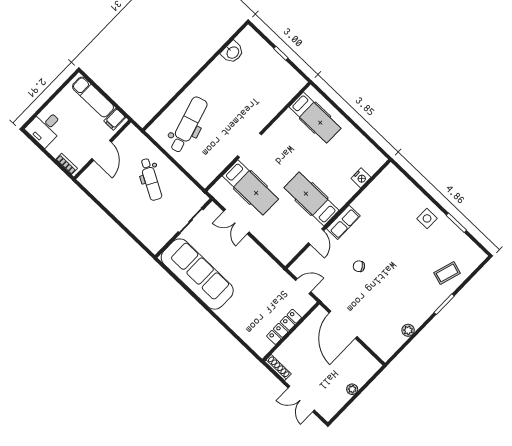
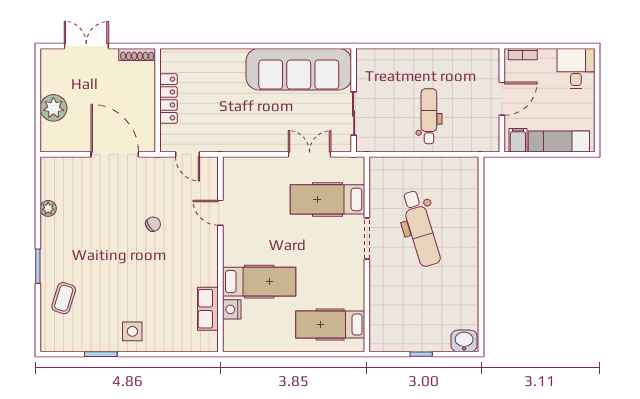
washbasin: (232, 52) -> (464, 341), moved, turned 90
dental chair: (188, 125) -> (421, 229), moved
door: (102, 150) -> (502, 99), swing flipped
dental chair: (151, 179) -> (429, 116), turned 61
hospital bed: (312, 199) -> (259, 282), moved
row of seats: (343, 222) -> (208, 309), moved
door: (303, 286) -> (188, 154), hinge flipped
plant: (352, 389) -> (53, 108), width x1.88, depth x1.88

